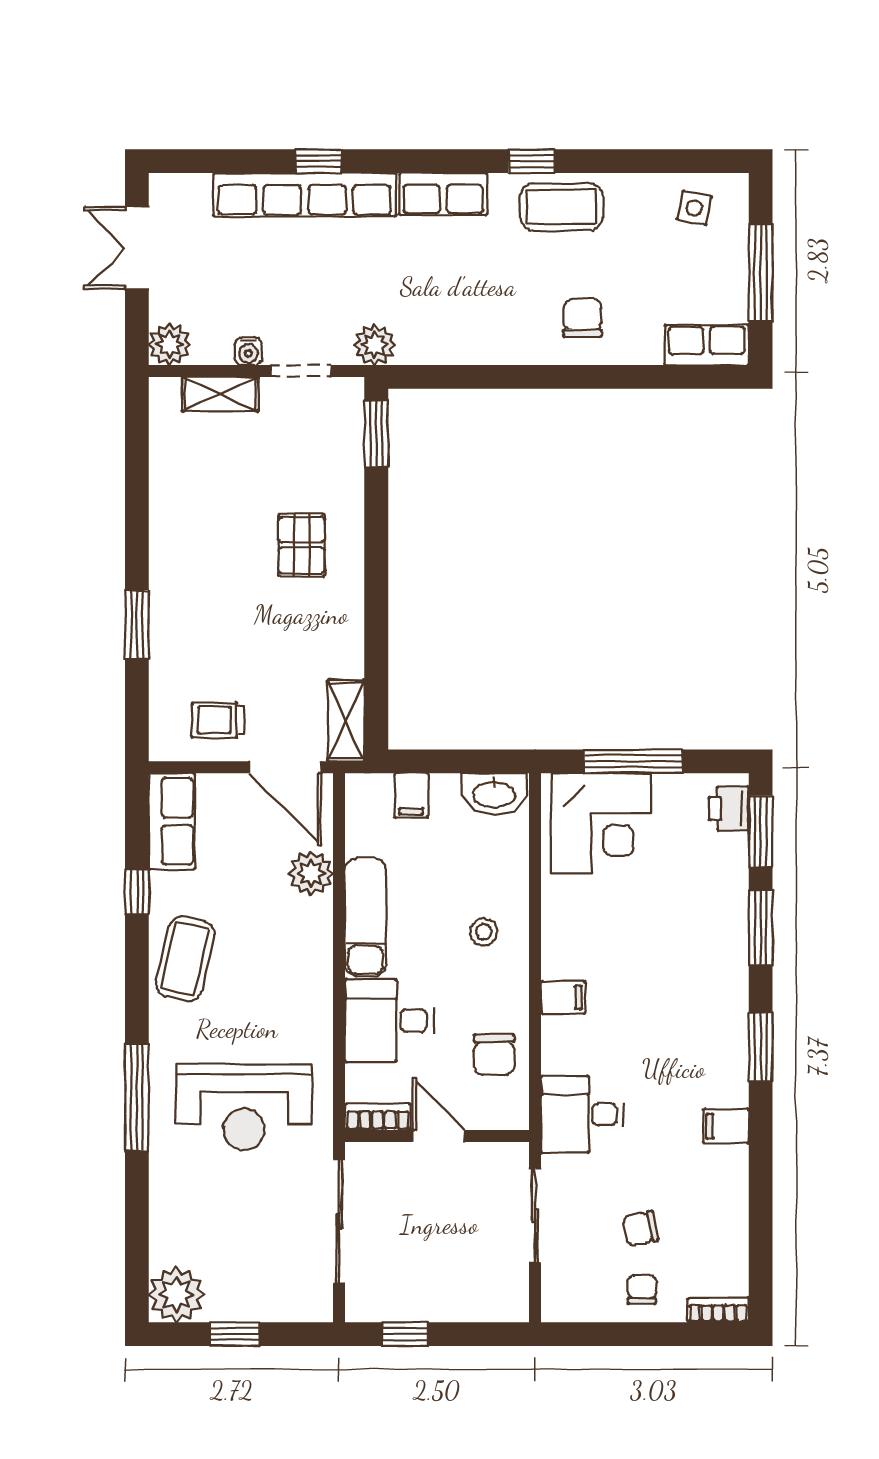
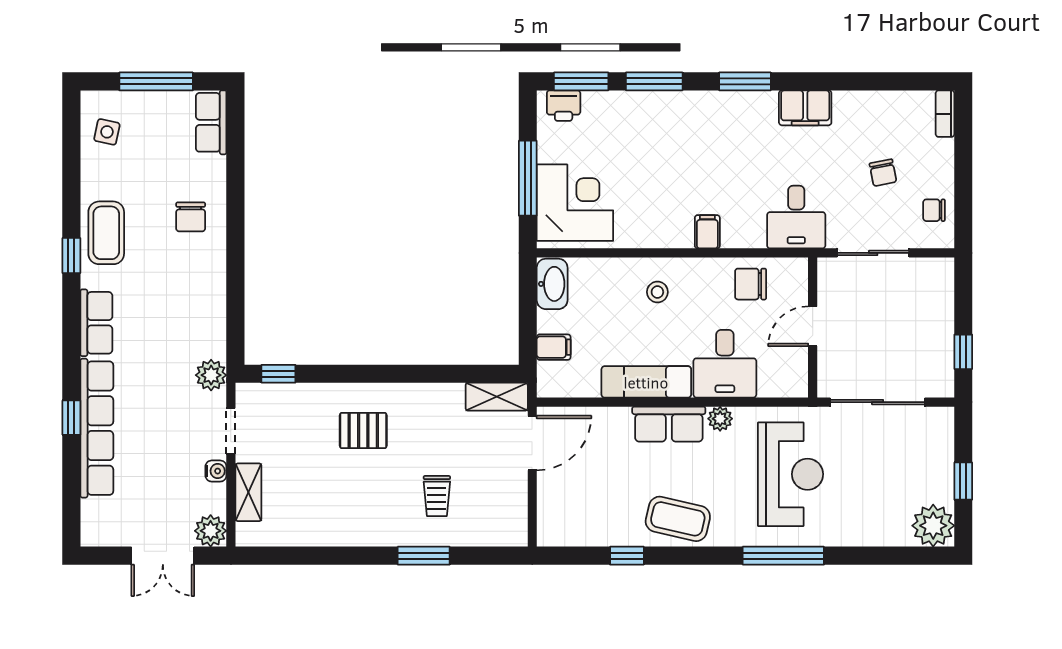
double door: (137, 248) -> (163, 556), moved
chair: (583, 318) -> (191, 217), turned -90
window: (376, 434) -> (278, 374), width x0.67
trolley: (218, 720) -> (437, 496), moved
row of seats: (172, 821) -> (669, 424), moved, turned 180
plant: (311, 873) -> (720, 419), moved, width x0.73, depth x0.73
chair: (494, 1054) -> (751, 284), turned 180
bookcase: (378, 1117) -> (798, 373), removed
filing cabinet: (726, 1126) -> (805, 108), width x2.00
chair: (642, 1289) -> (934, 210), moved

